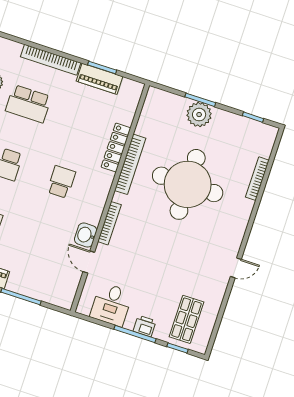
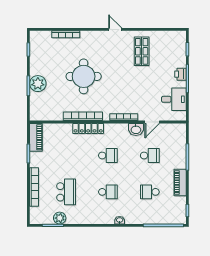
piano: (99, 79) -> (36, 137), moved
locker: (116, 148) -> (88, 128), moved
school desk: (61, 182) -> (108, 155), turned 180
round table: (188, 184) -> (84, 76), width x0.73, depth x0.73
school desk: (41, 243) -> (150, 155), added
door: (236, 268) -> (115, 29), moved
shop shelf: (187, 319) -> (142, 51), moved, turned 90

